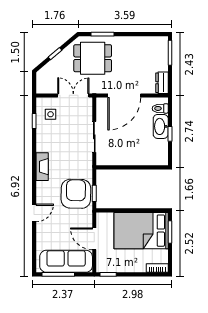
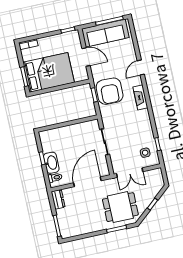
fireplace: (42, 167) -> (140, 97), moved

